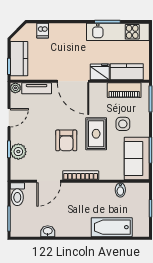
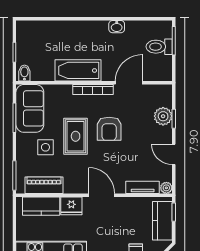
door: (73, 81) -> (102, 195), width x0.73
door: (9, 118) -> (174, 154), hinge flipped
armchair: (66, 140) -> (109, 129), turned 180
bidet: (120, 190) -> (24, 73), moved
toilet: (17, 194) -> (159, 47), moved, turned -90
bathtub: (112, 227) -> (78, 70), moved, turned 180
washbasin: (48, 231) -> (117, 27), moved

